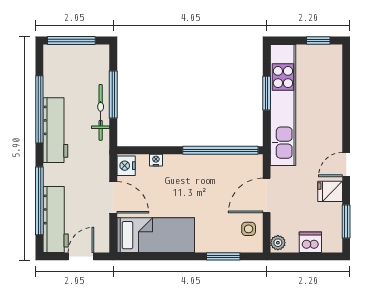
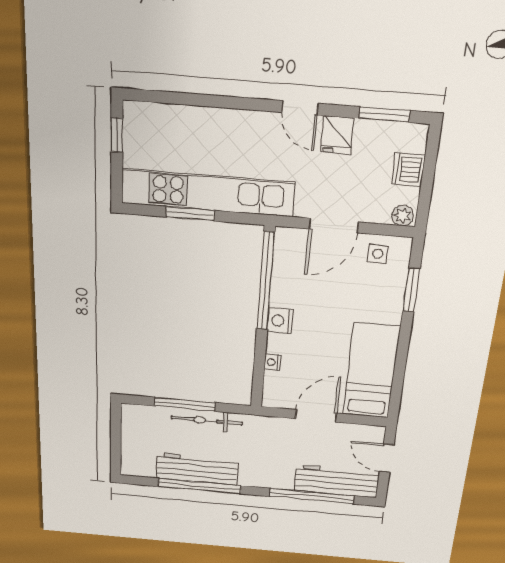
window: (71, 40) -> (116, 445), removed
workbench: (55, 130) -> (197, 469), moved
nightstand: (126, 166) -> (280, 321), moved, turned 90
door: (267, 195) -> (334, 226), hinge flipped

